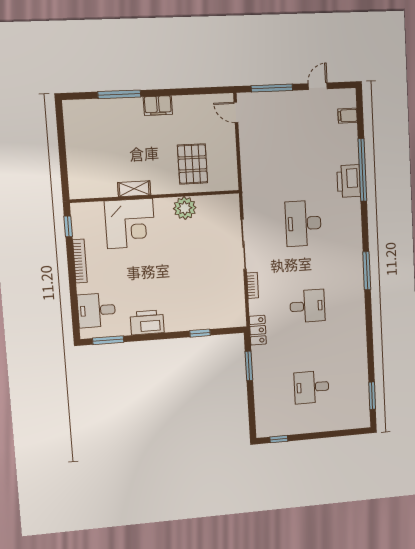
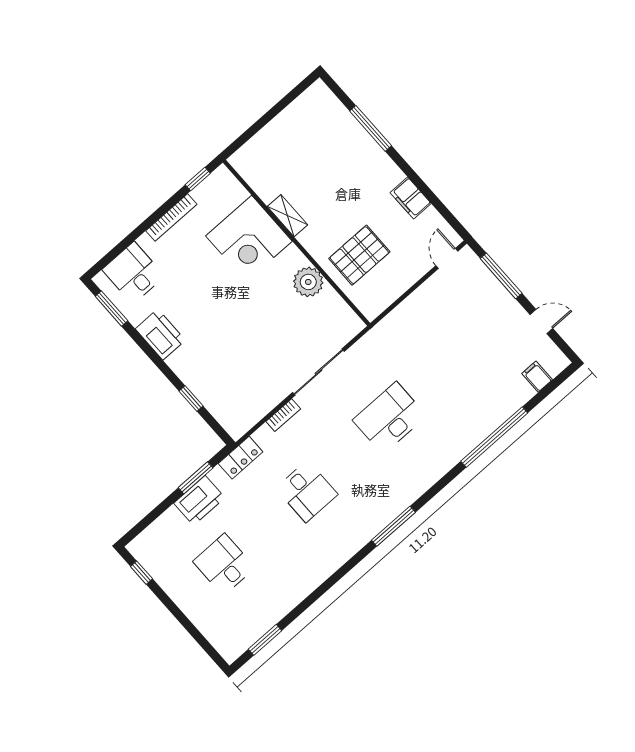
filing cabinet: (158, 106) -> (411, 198), moved
printer: (349, 181) -> (199, 500), moved, turned 180

